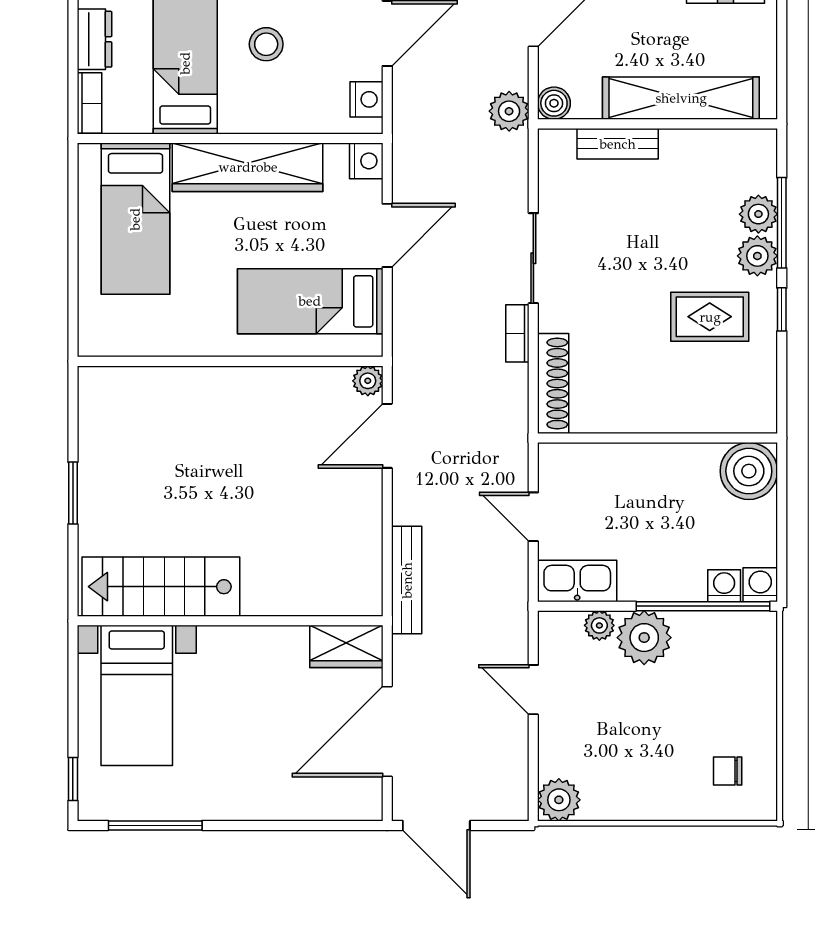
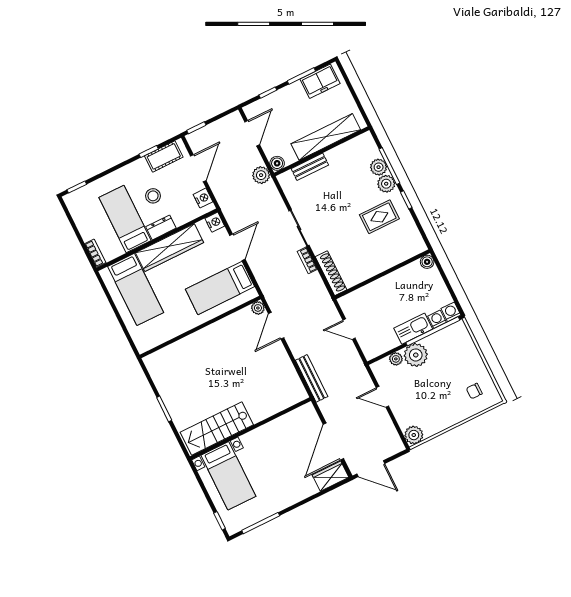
dresser: (94, 39) -> (161, 227), moved, turned -90
boiler: (749, 471) -> (427, 262), width x0.54, depth x0.54
kitchen sink: (577, 581) -> (413, 329), moved
wardrobe: (346, 646) -> (331, 476), moved, turned 180

